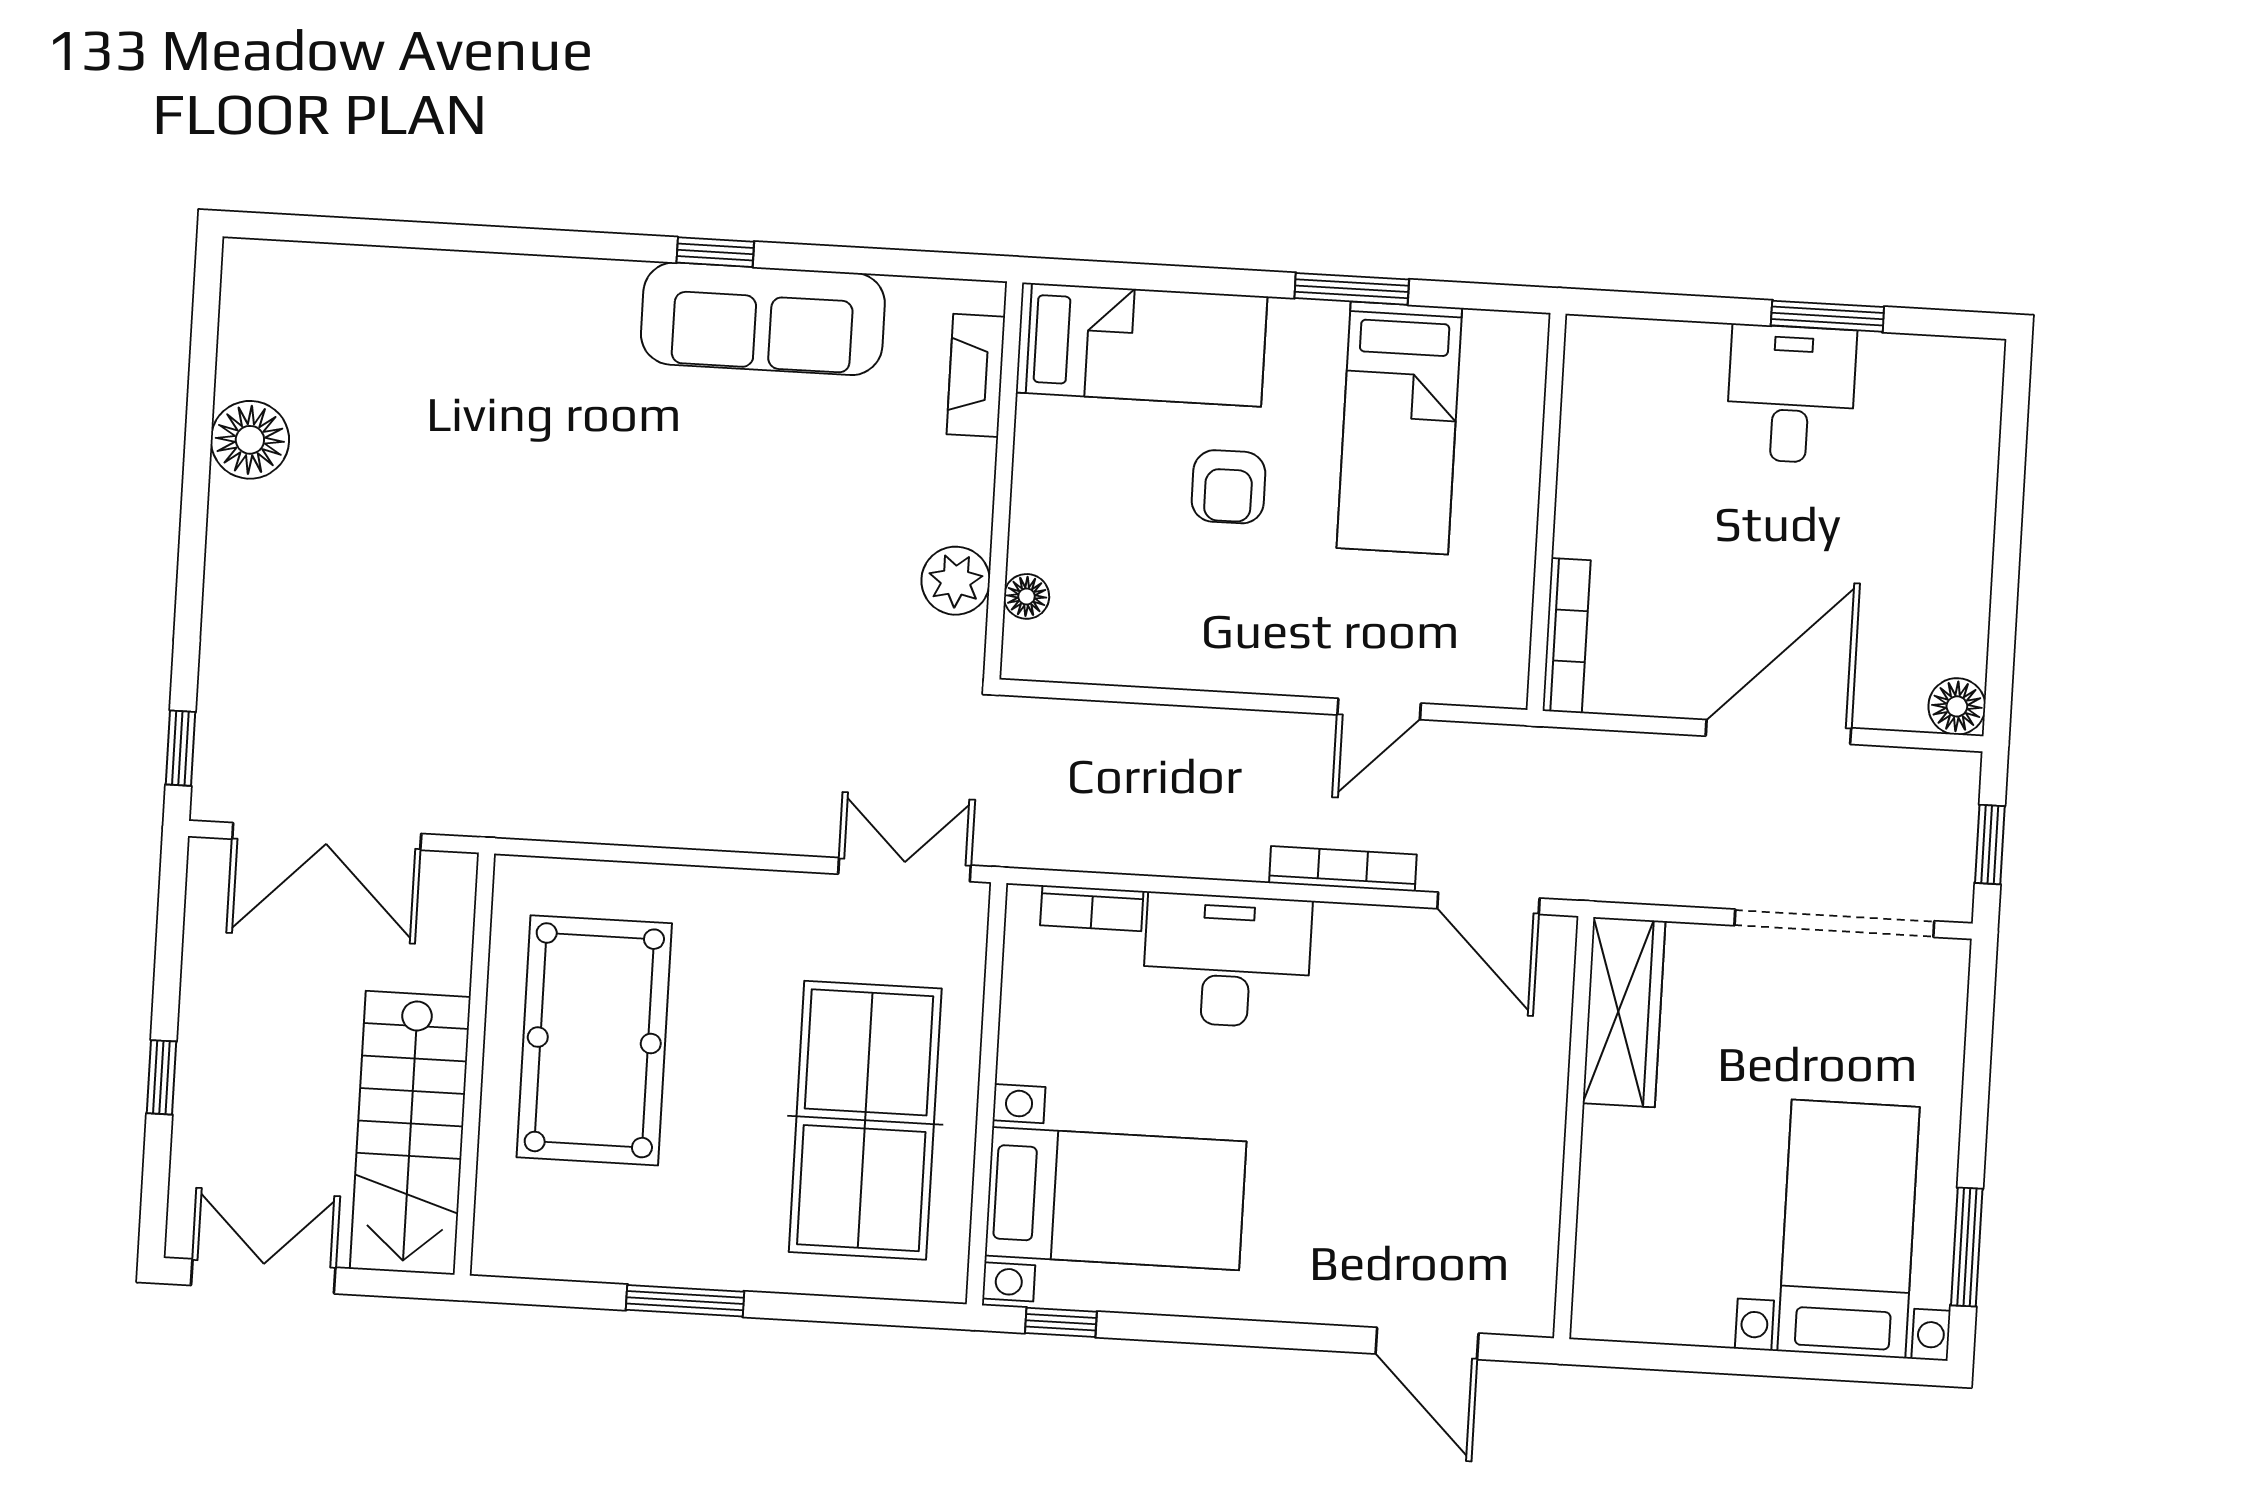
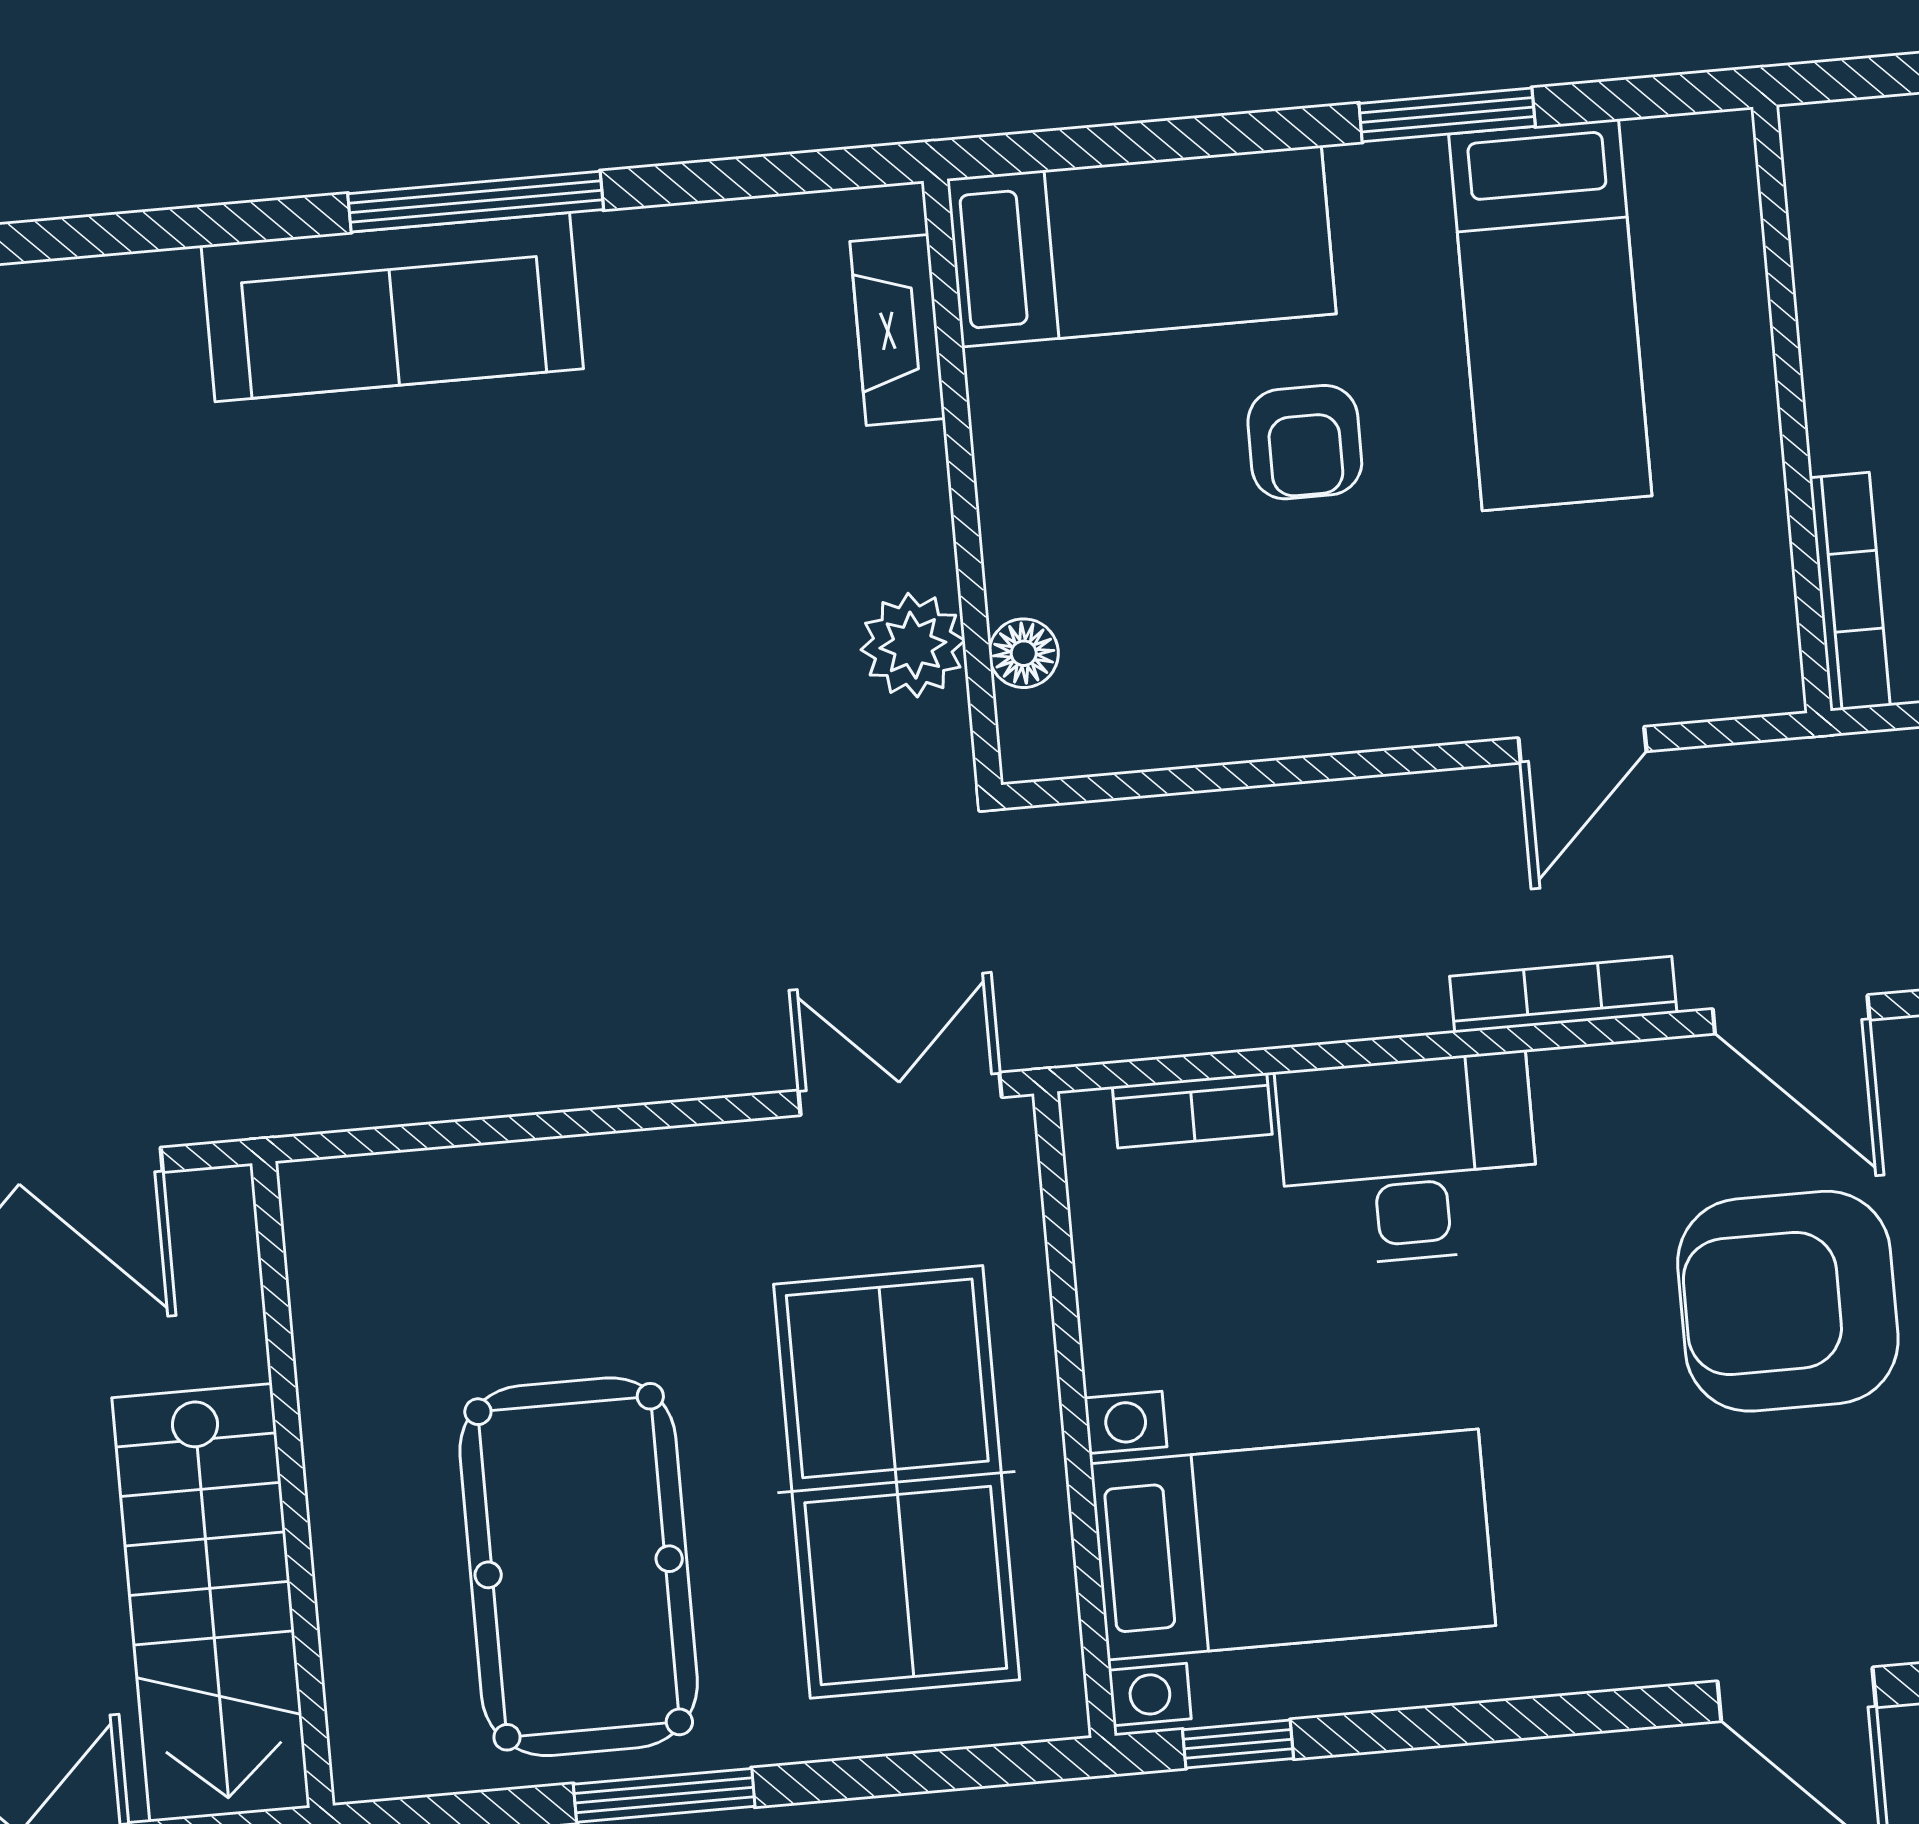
window: (715, 252) -> (476, 202), width x2.17
sofa: (763, 319) -> (392, 307), moved
pool table: (594, 1040) -> (579, 1567), moved
armchair: (1459, 1088) -> (1788, 1301), added

